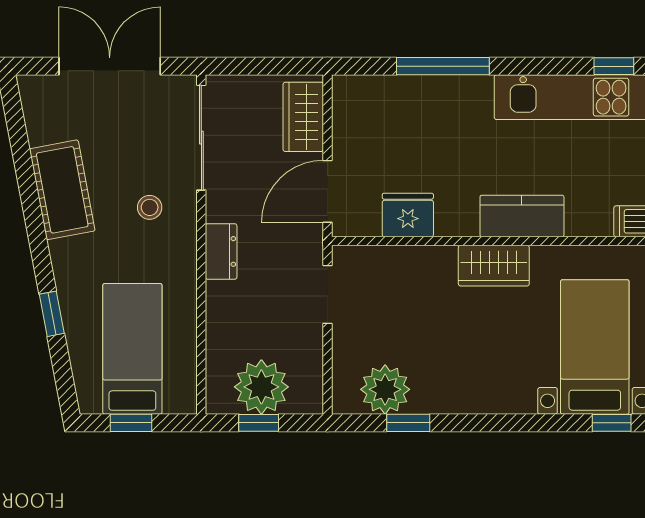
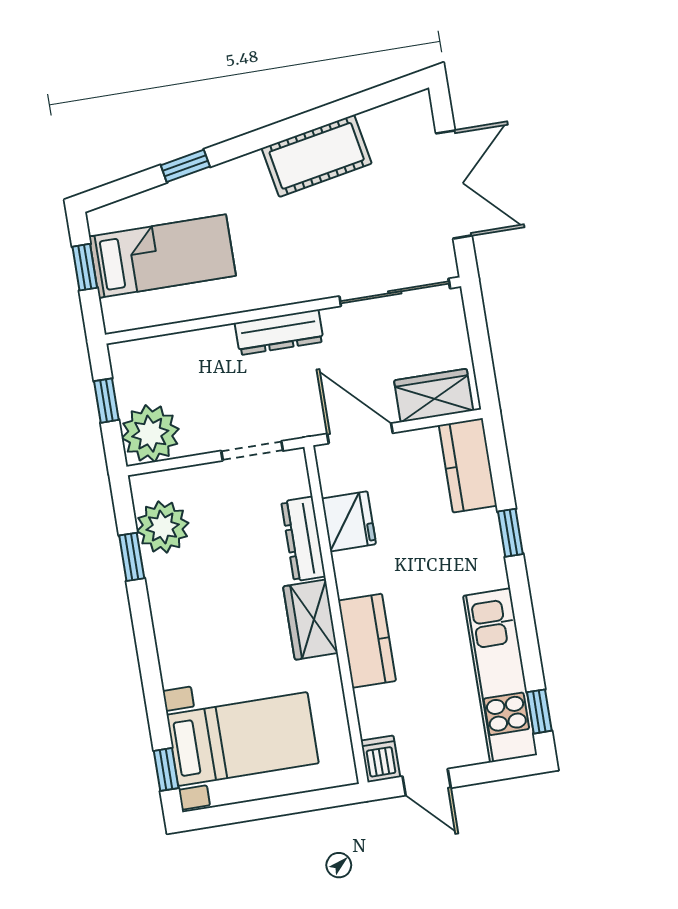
window: (443, 66) -> (510, 533), width x0.46
kitchen counter: (374, 96) -> (468, 465), added
stool: (150, 207) -> (313, 250), removed
dresser: (221, 251) -> (279, 332), width x1.44
dresser: (417, 260) -> (303, 539), added
plant: (261, 387) -> (150, 434), moved

